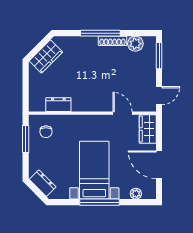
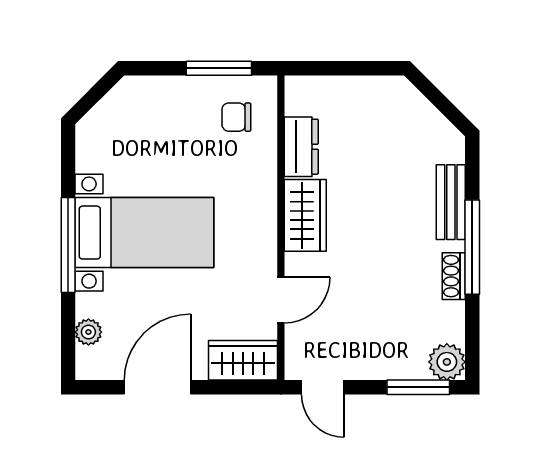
shoe rack: (112, 41) -> (454, 276), width x0.70
bench: (82, 42) -> (451, 202), added
plant: (135, 44) -> (447, 362), moved
wardrobe: (46, 56) -> (305, 215), moved, turned -135
dresser: (43, 183) -> (114, 109), removed

